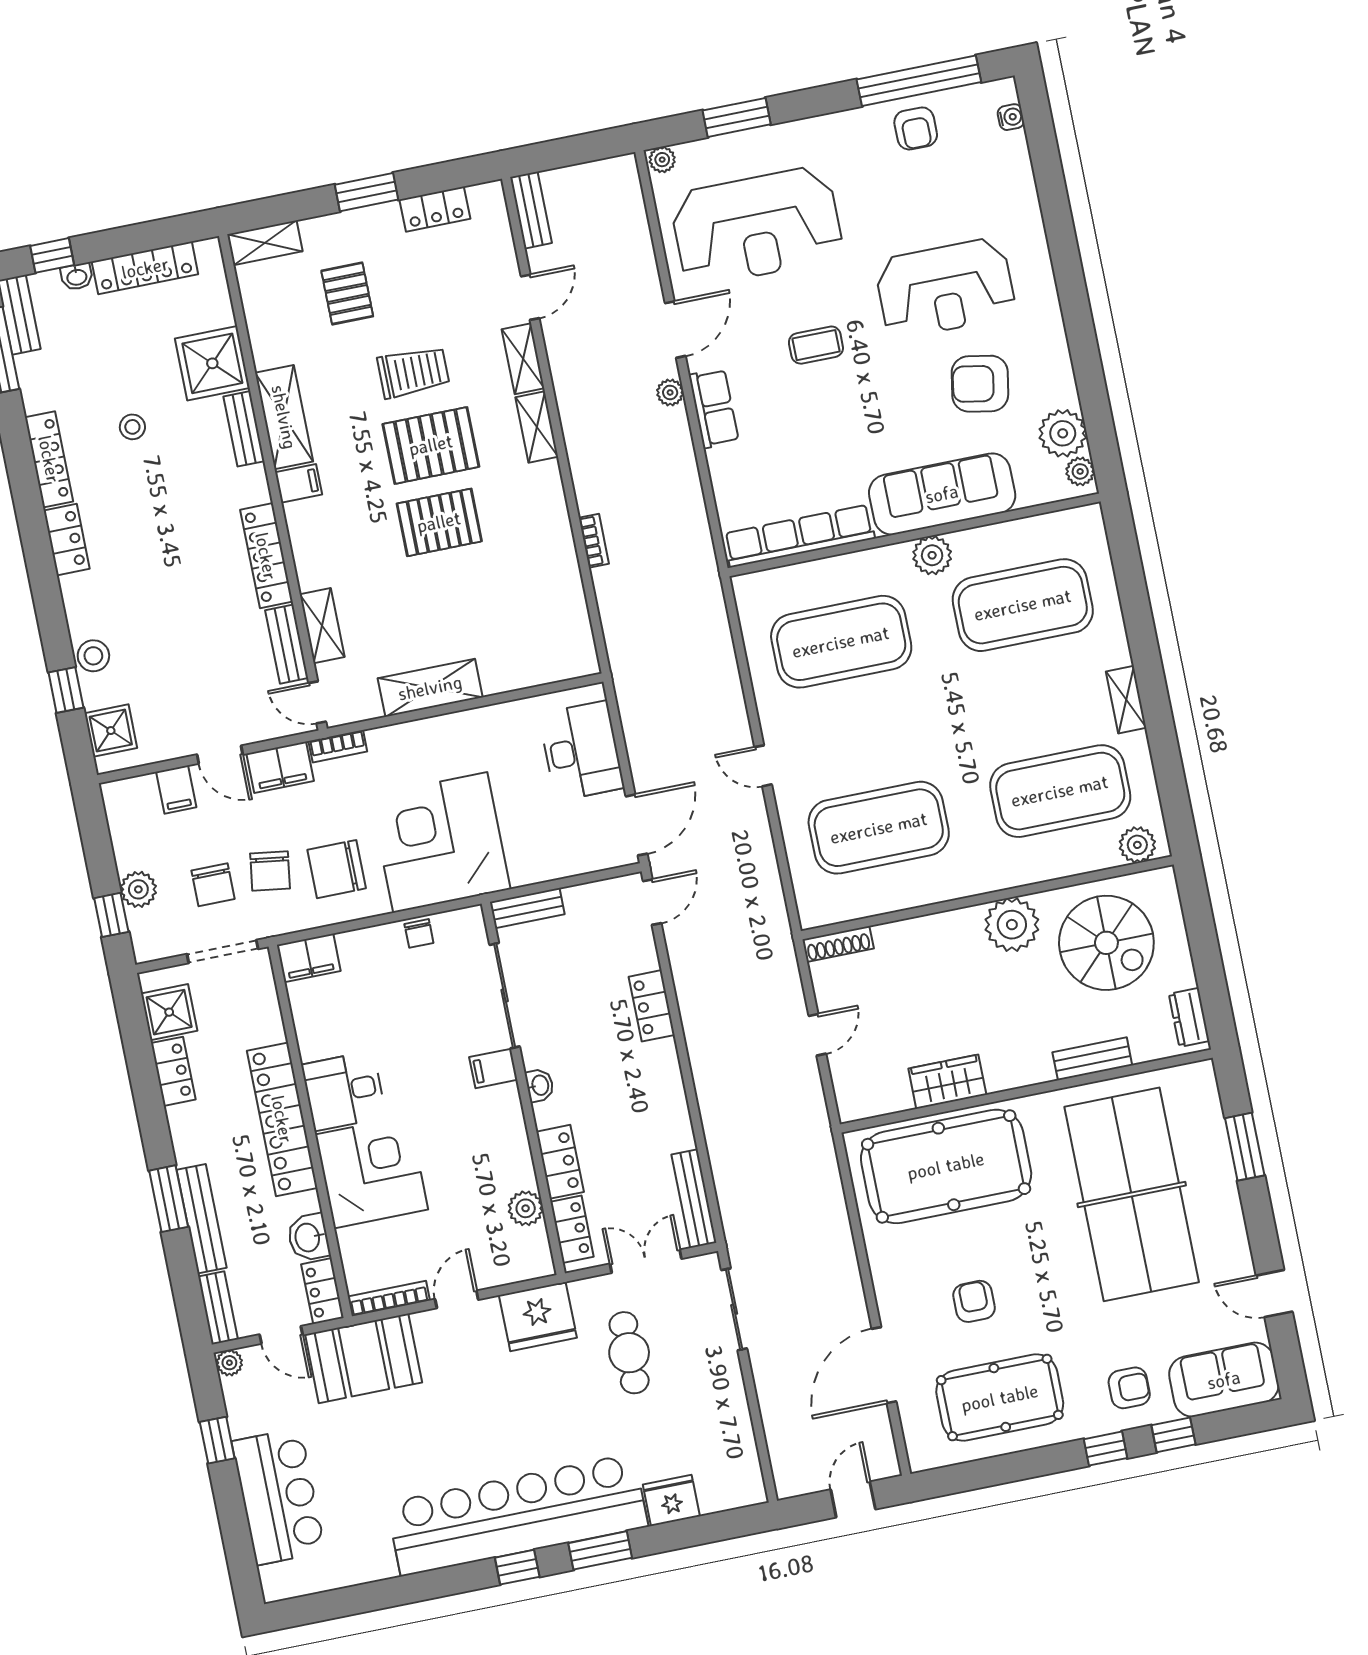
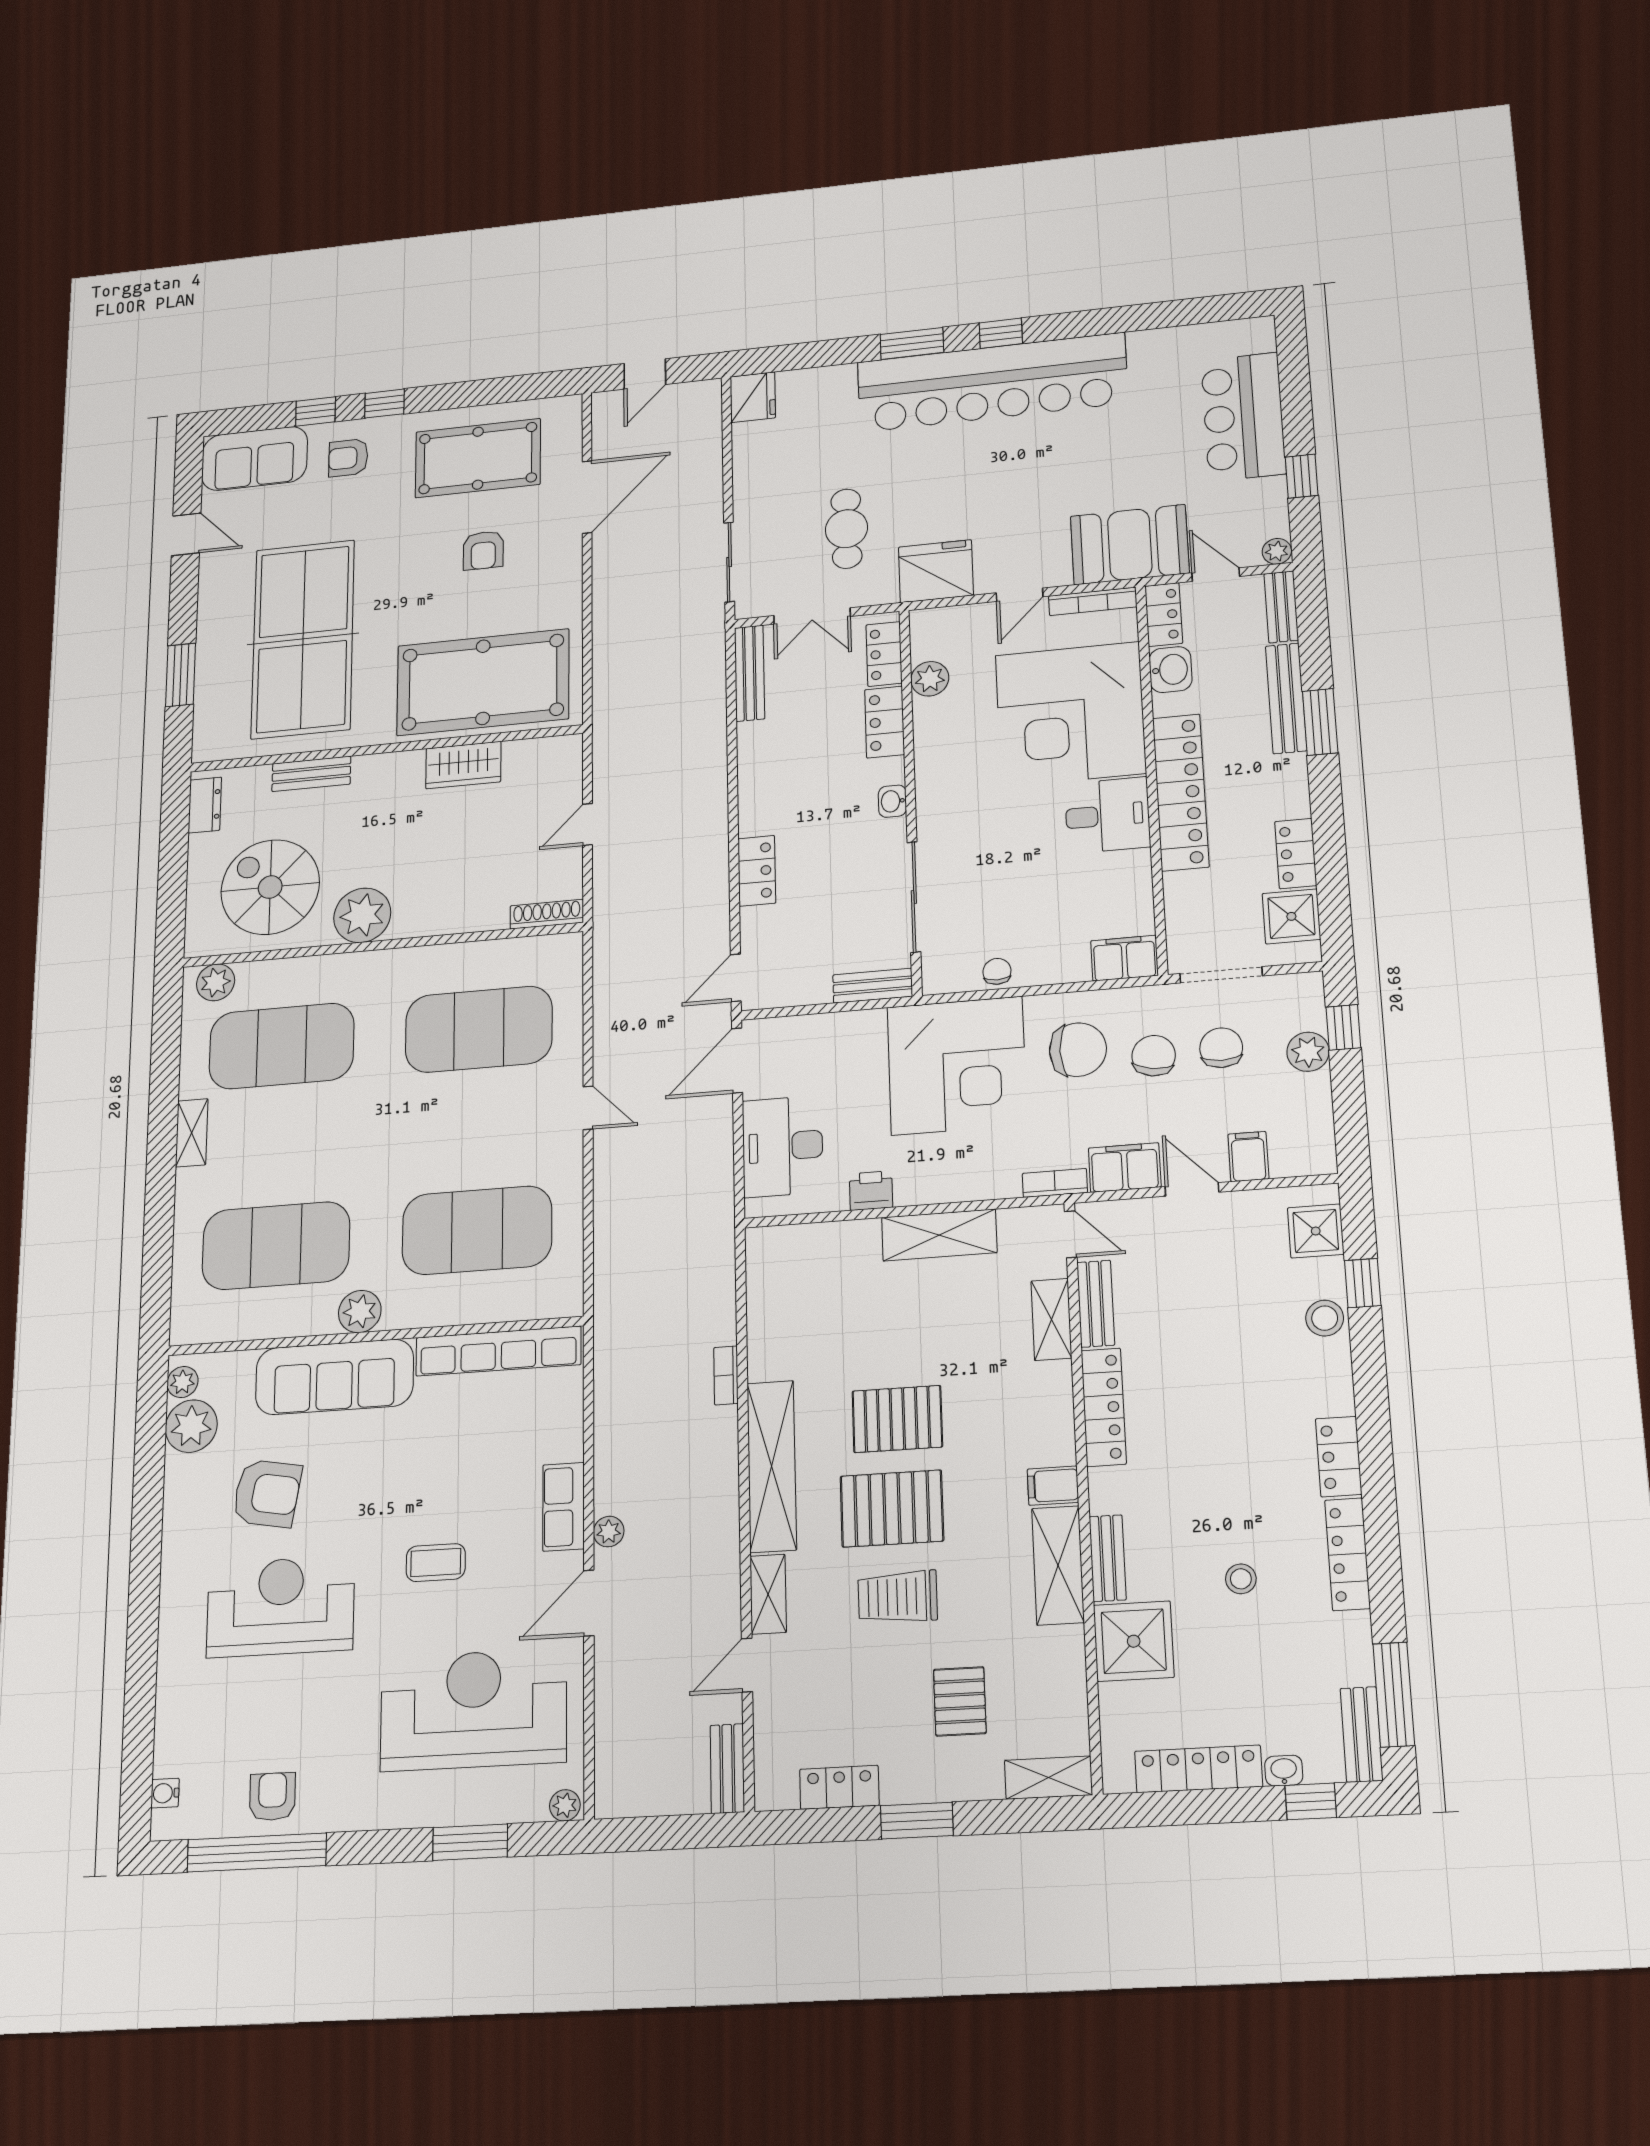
shelving: (537, 427) -> (772, 1466), width x2.20, depth x1.33
printer: (496, 720) -> (871, 1191), added
filing cabinet: (493, 1068) -> (939, 823), removed
corner desk: (372, 1172) -> (1070, 714), width x1.36, depth x1.36
fridge: (671, 1500) -> (753, 397), moved, turned -90

